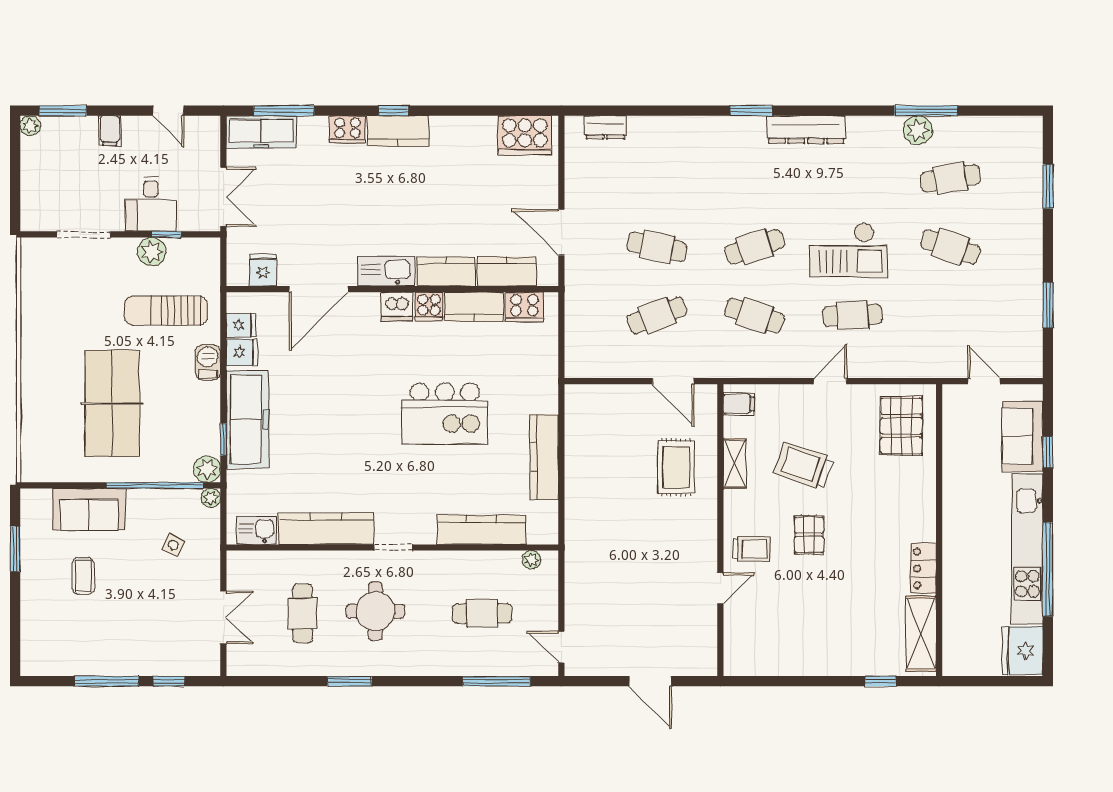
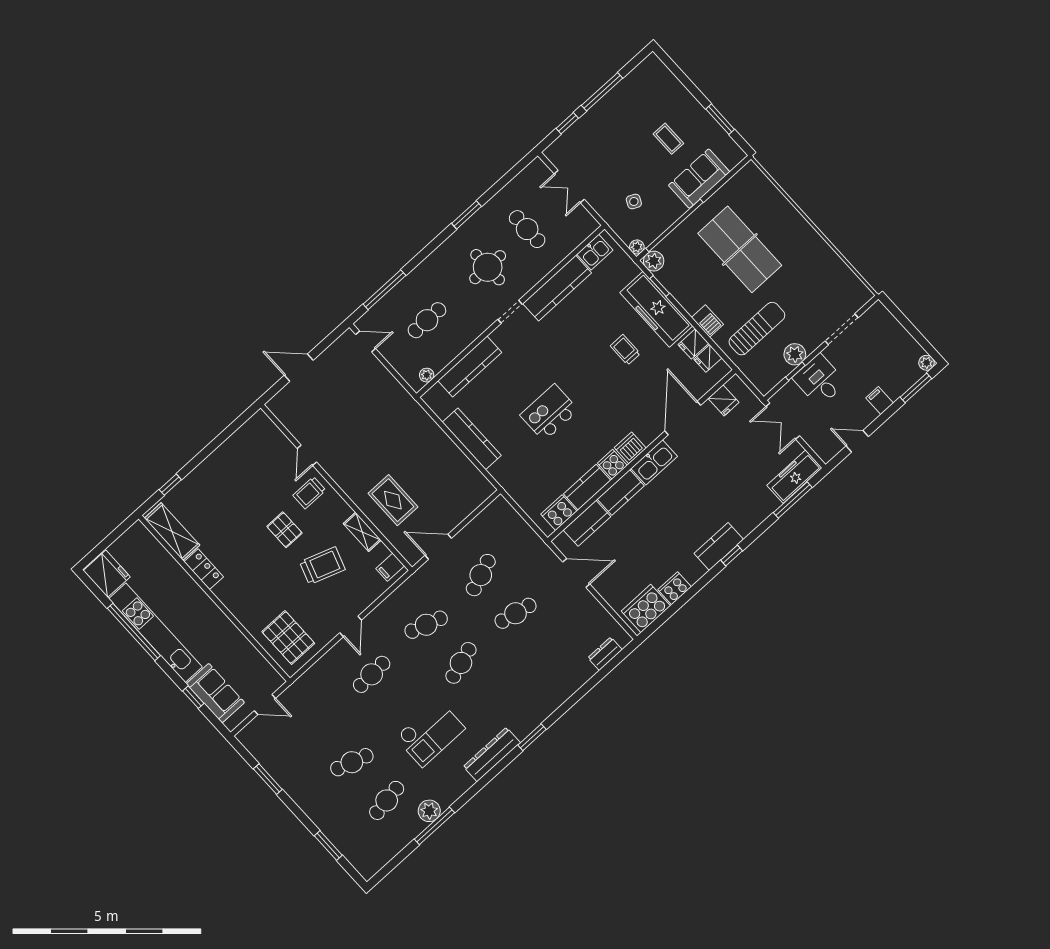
cooker: (347, 129) -> (675, 588), moved
checkout: (849, 250) -> (430, 733), moved, turned 180
trolley: (314, 407) -> (625, 350), added
kitchen island: (445, 414) -> (549, 413), width x0.73, depth x0.78

